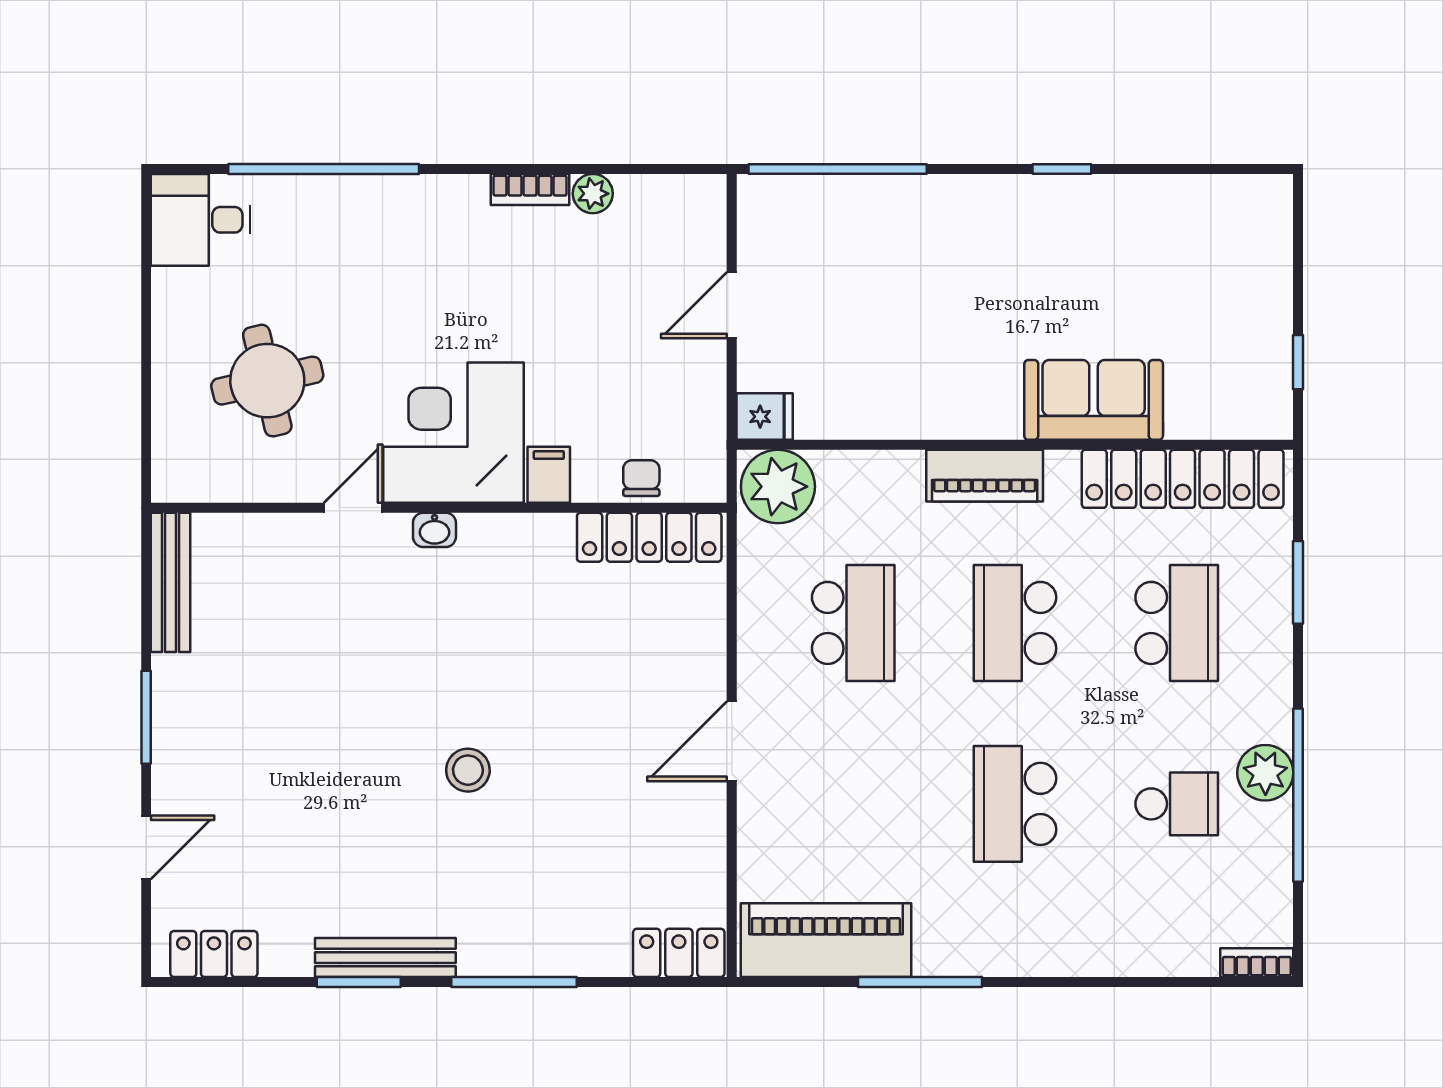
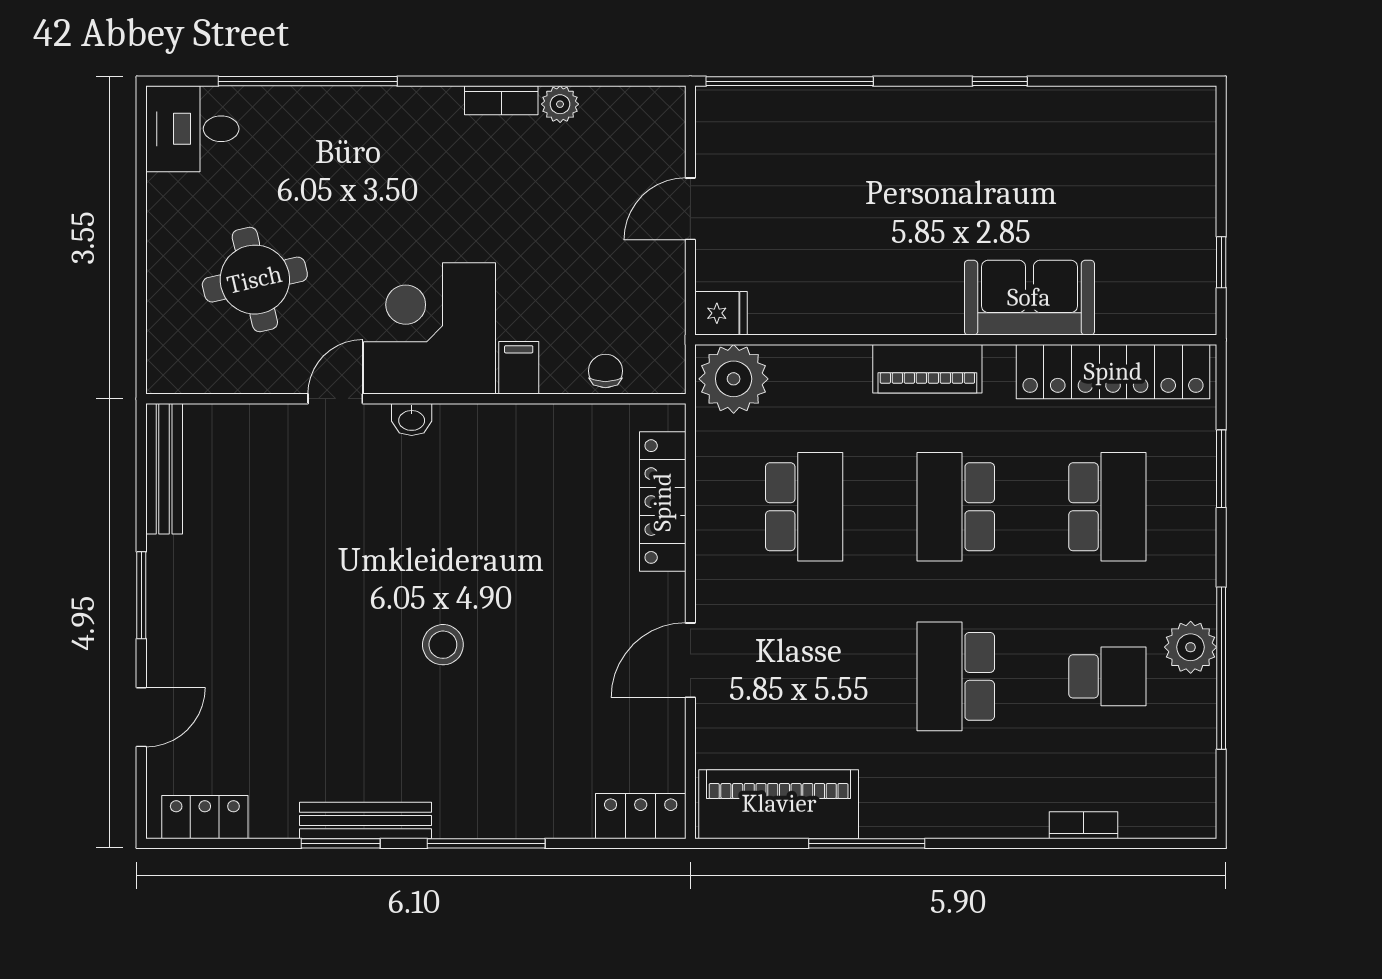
locker: (649, 537) -> (663, 502), moved, turned 90
door: (732, 741) -> (690, 660), moved
bookcase: (1257, 963) -> (1084, 825), moved

